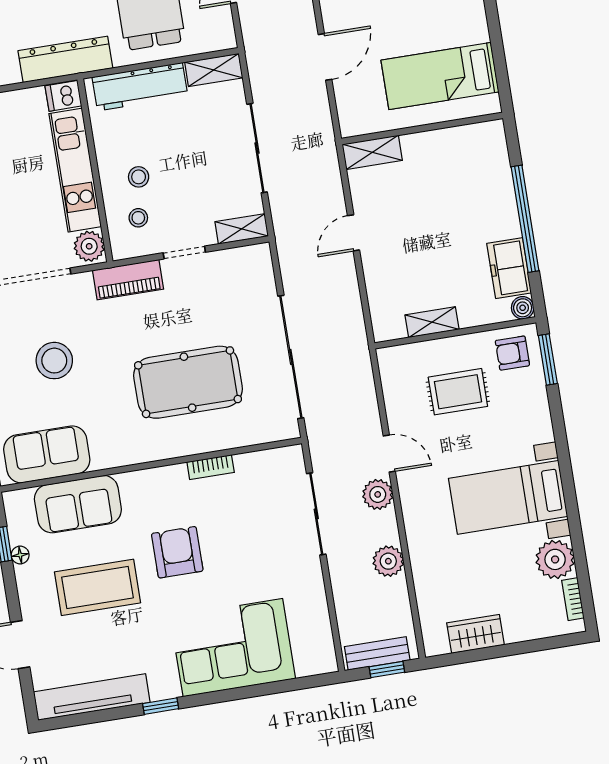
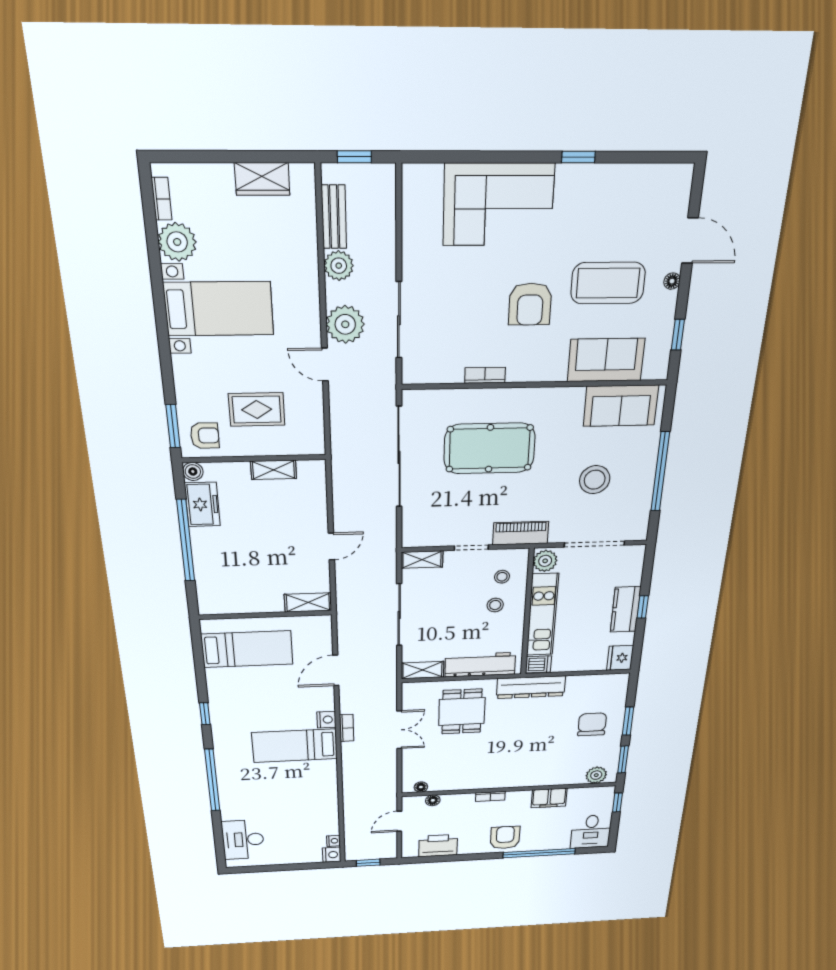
plant: (378, 494) -> (345, 324), width x1.36, depth x1.36
floor lamp: (20, 555) -> (672, 281), moved
bench: (377, 653) -> (334, 217), moved, turned 90
tv unit: (92, 697) -> (640, 178), removed

